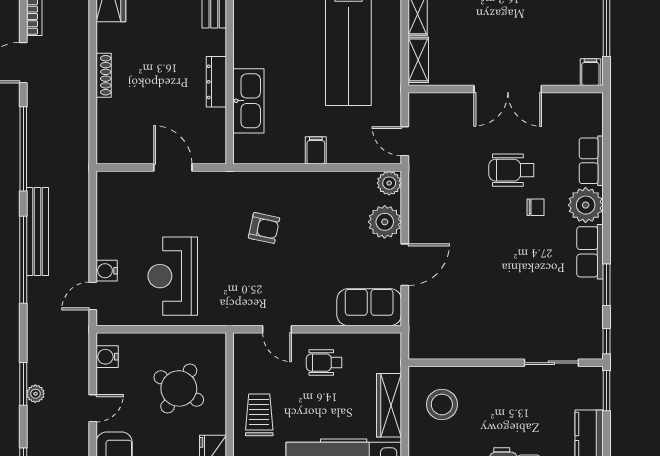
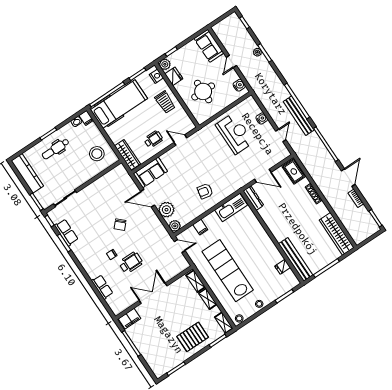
filing cabinet: (590, 72) -> (129, 319), width x2.00
dresser: (216, 82) -> (253, 198), moved
kitchen sink: (248, 101) -> (231, 207), moved, turned -90
rug: (113, 138) -> (294, 171), added
filing cabinet: (316, 150) -> (200, 227), moved
plant: (586, 205) -> (93, 268), removed
armchair: (264, 228) -> (205, 191), moved
chair: (485, 251) -> (120, 225), added
row of seats: (590, 252) -> (66, 232), moved
door: (405, 265) -> (148, 198), hinge flipped
door: (93, 296) -> (281, 135), moved
round table: (179, 388) -> (203, 91), turned -32
wardrobe: (389, 405) -> (127, 155), moved

